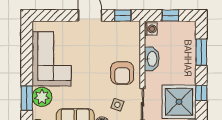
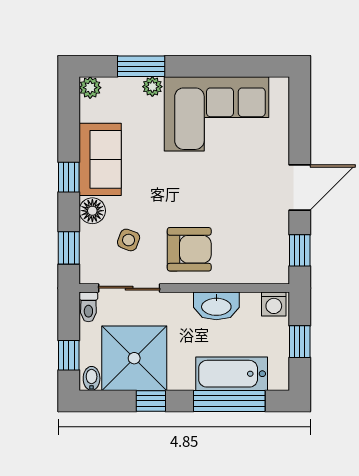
bathtub: (187, 51) -> (232, 374), added
window: (201, 52) -> (229, 401), width x1.44
armchair: (122, 73) -> (189, 249), turned 180
plant: (42, 97) -> (152, 87), width x0.53, depth x0.53

